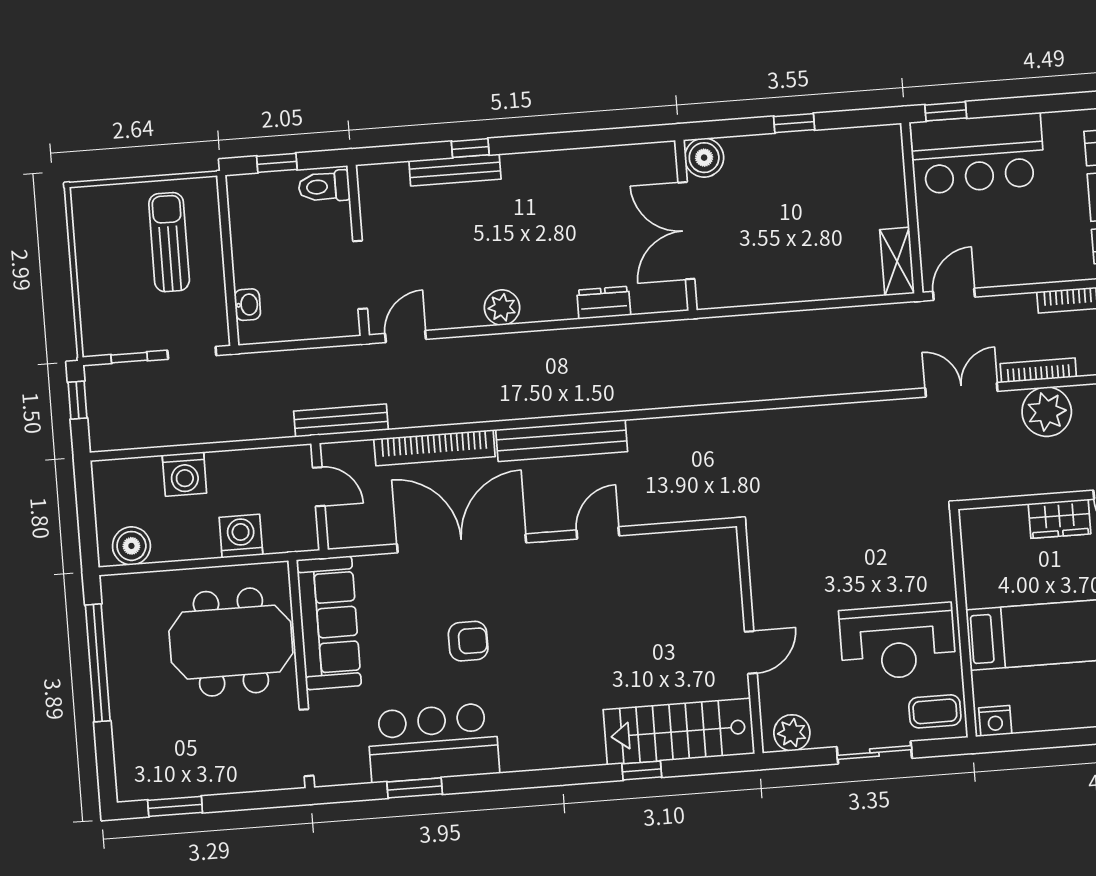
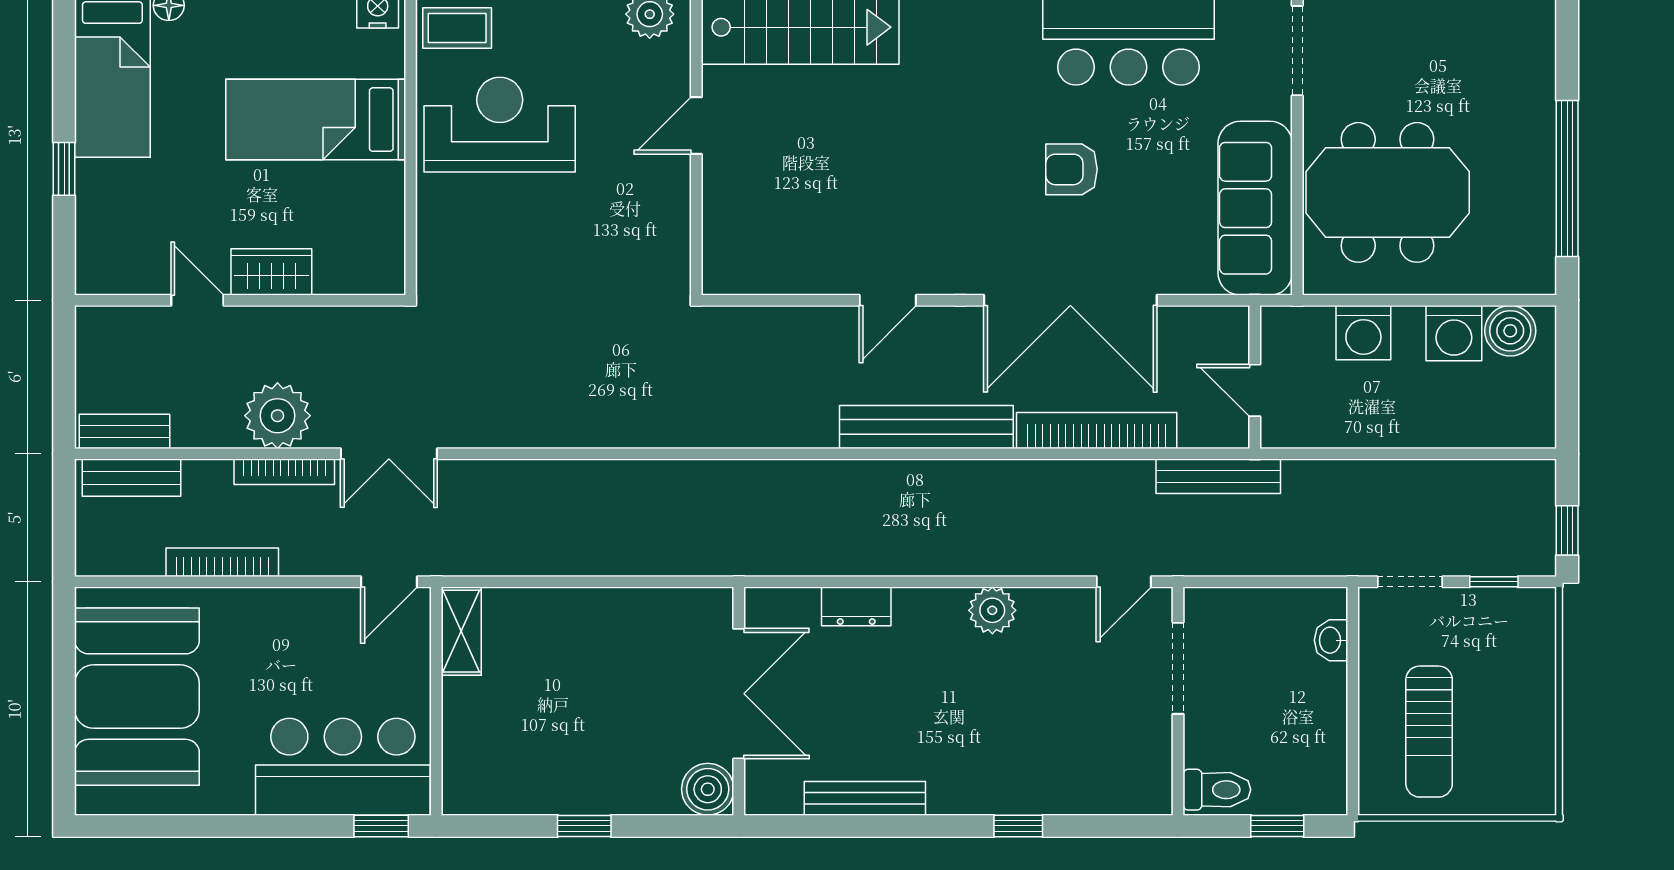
bench: (455, 170) -> (865, 798), moved
washing machine: (184, 474) -> (1454, 333), moved, turned 180

